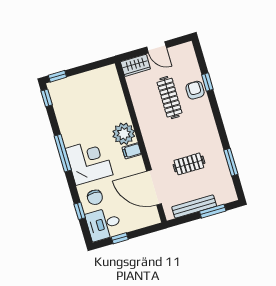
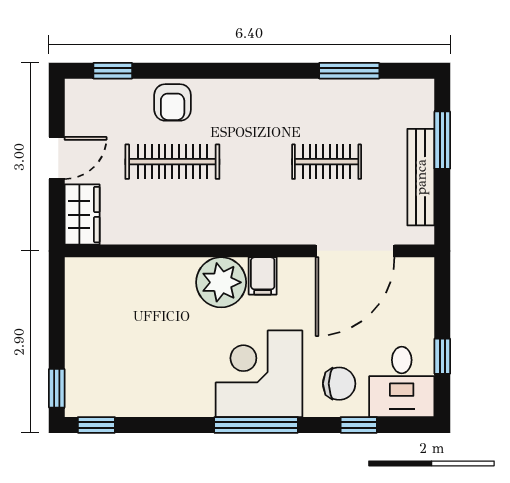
window: (207, 82) -> (113, 71), moved
armchair: (195, 90) -> (173, 102), turned -90
window: (63, 153) -> (256, 425), moved
clothes rail: (189, 164) -> (327, 162), turned 90

